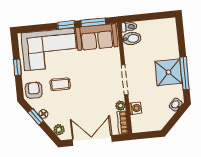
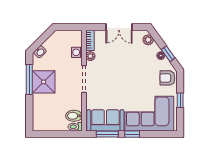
coffee table: (60, 84) -> (143, 81), removed
armchair: (34, 90) -> (167, 78), turned 90
double door: (92, 141) -> (119, 27), width x0.73

